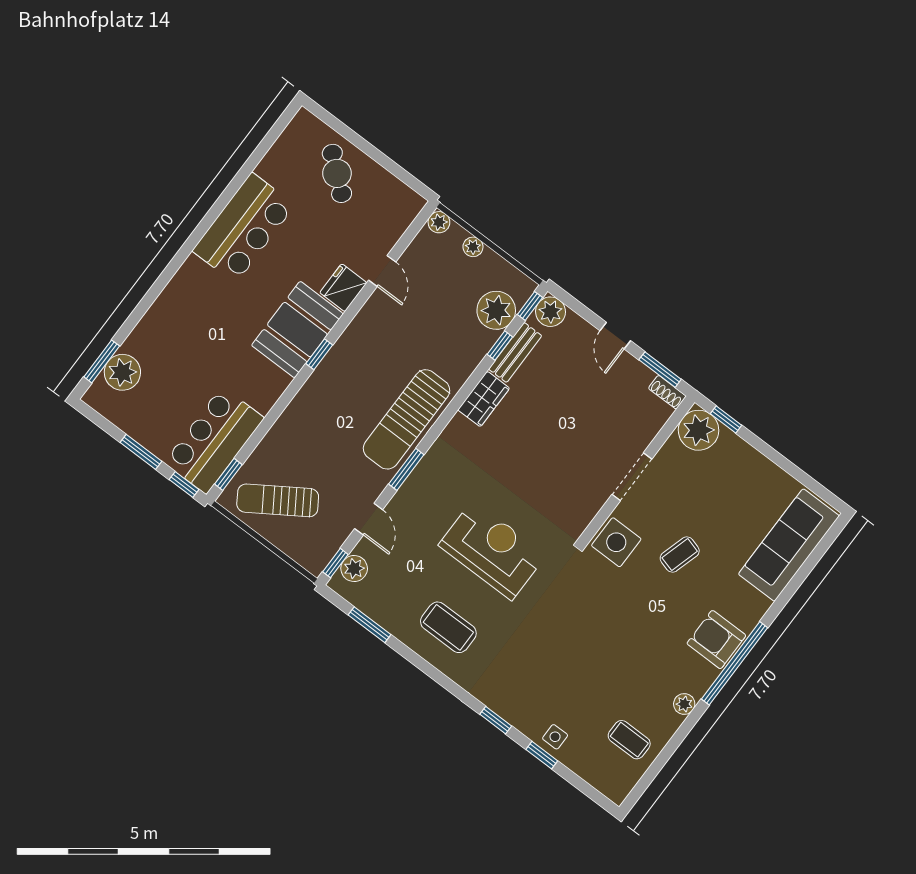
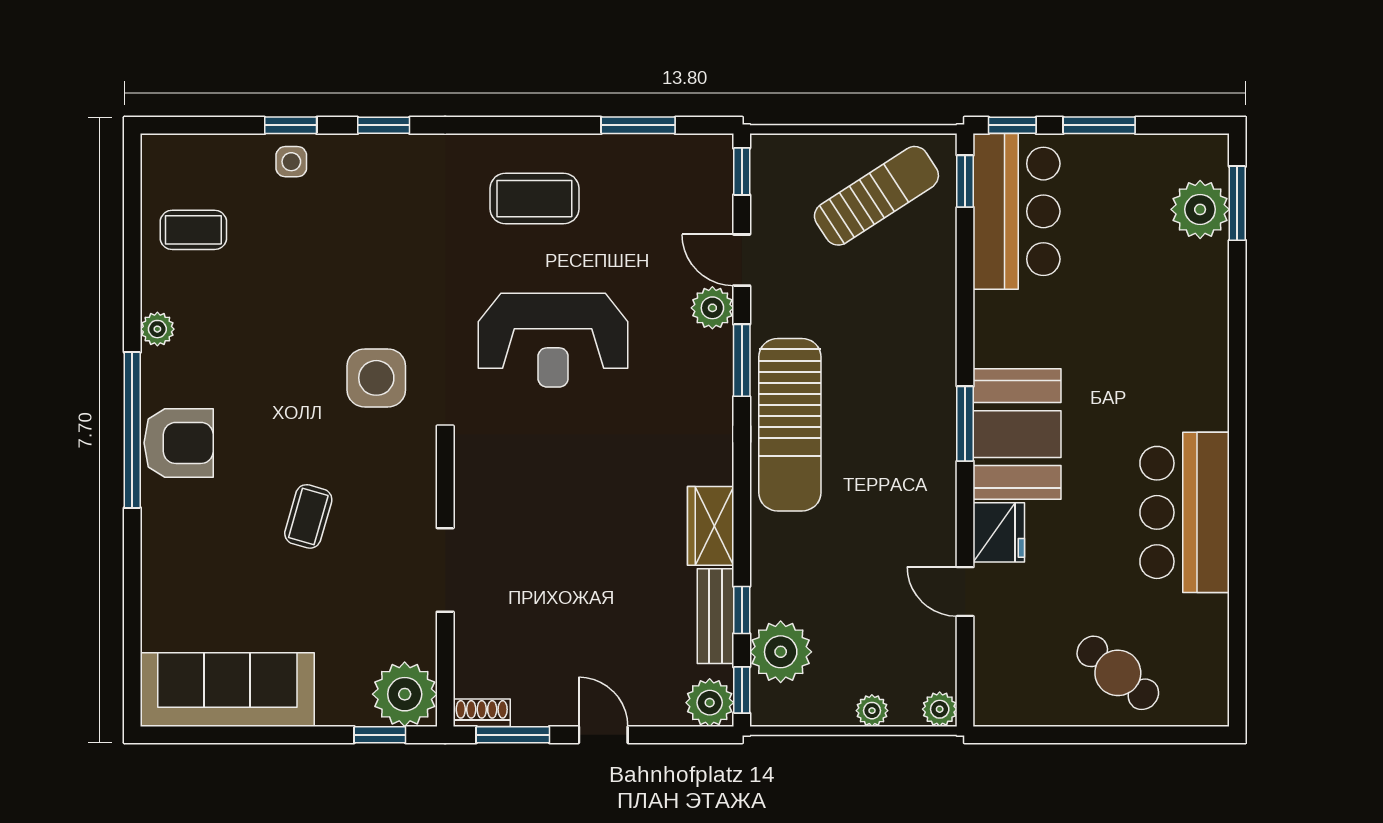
window: (319, 354) -> (965, 424), width x1.50
sun lounger: (407, 419) -> (790, 425), turned 180
side table: (616, 542) -> (376, 378), moved
sofa: (789, 545) -> (227, 690), moved, turned -90
plant: (354, 569) -> (712, 308), moved

